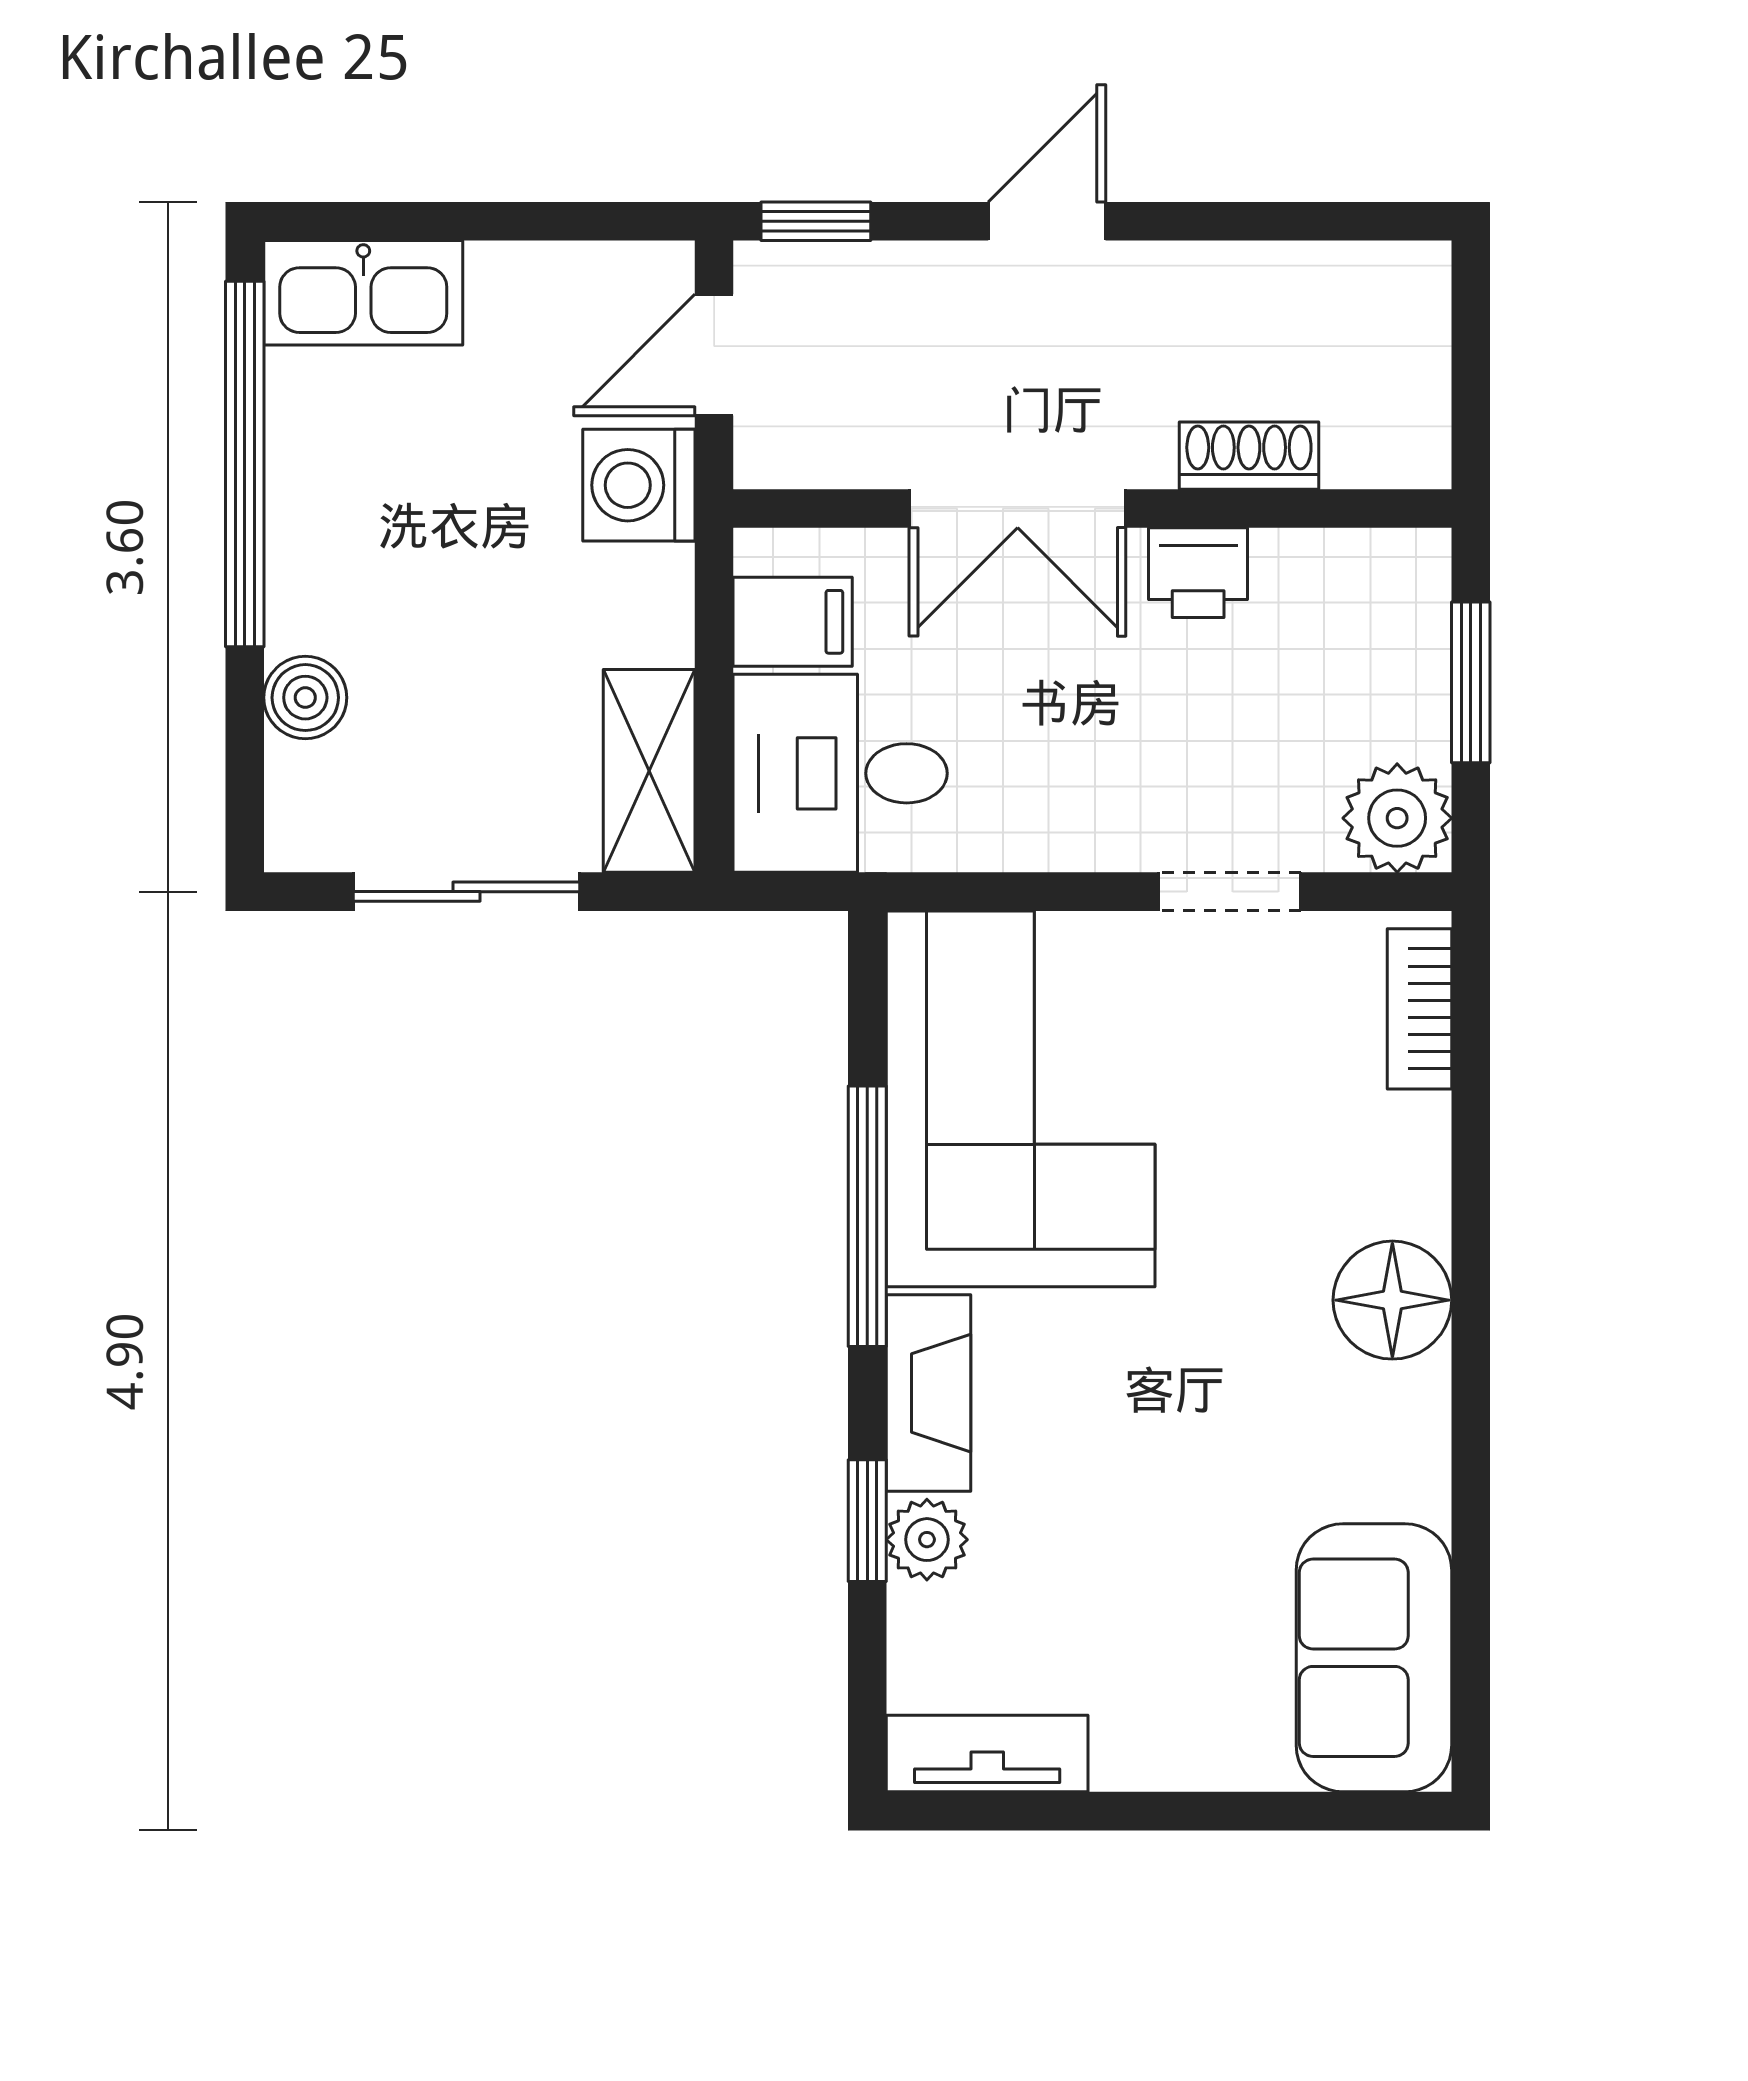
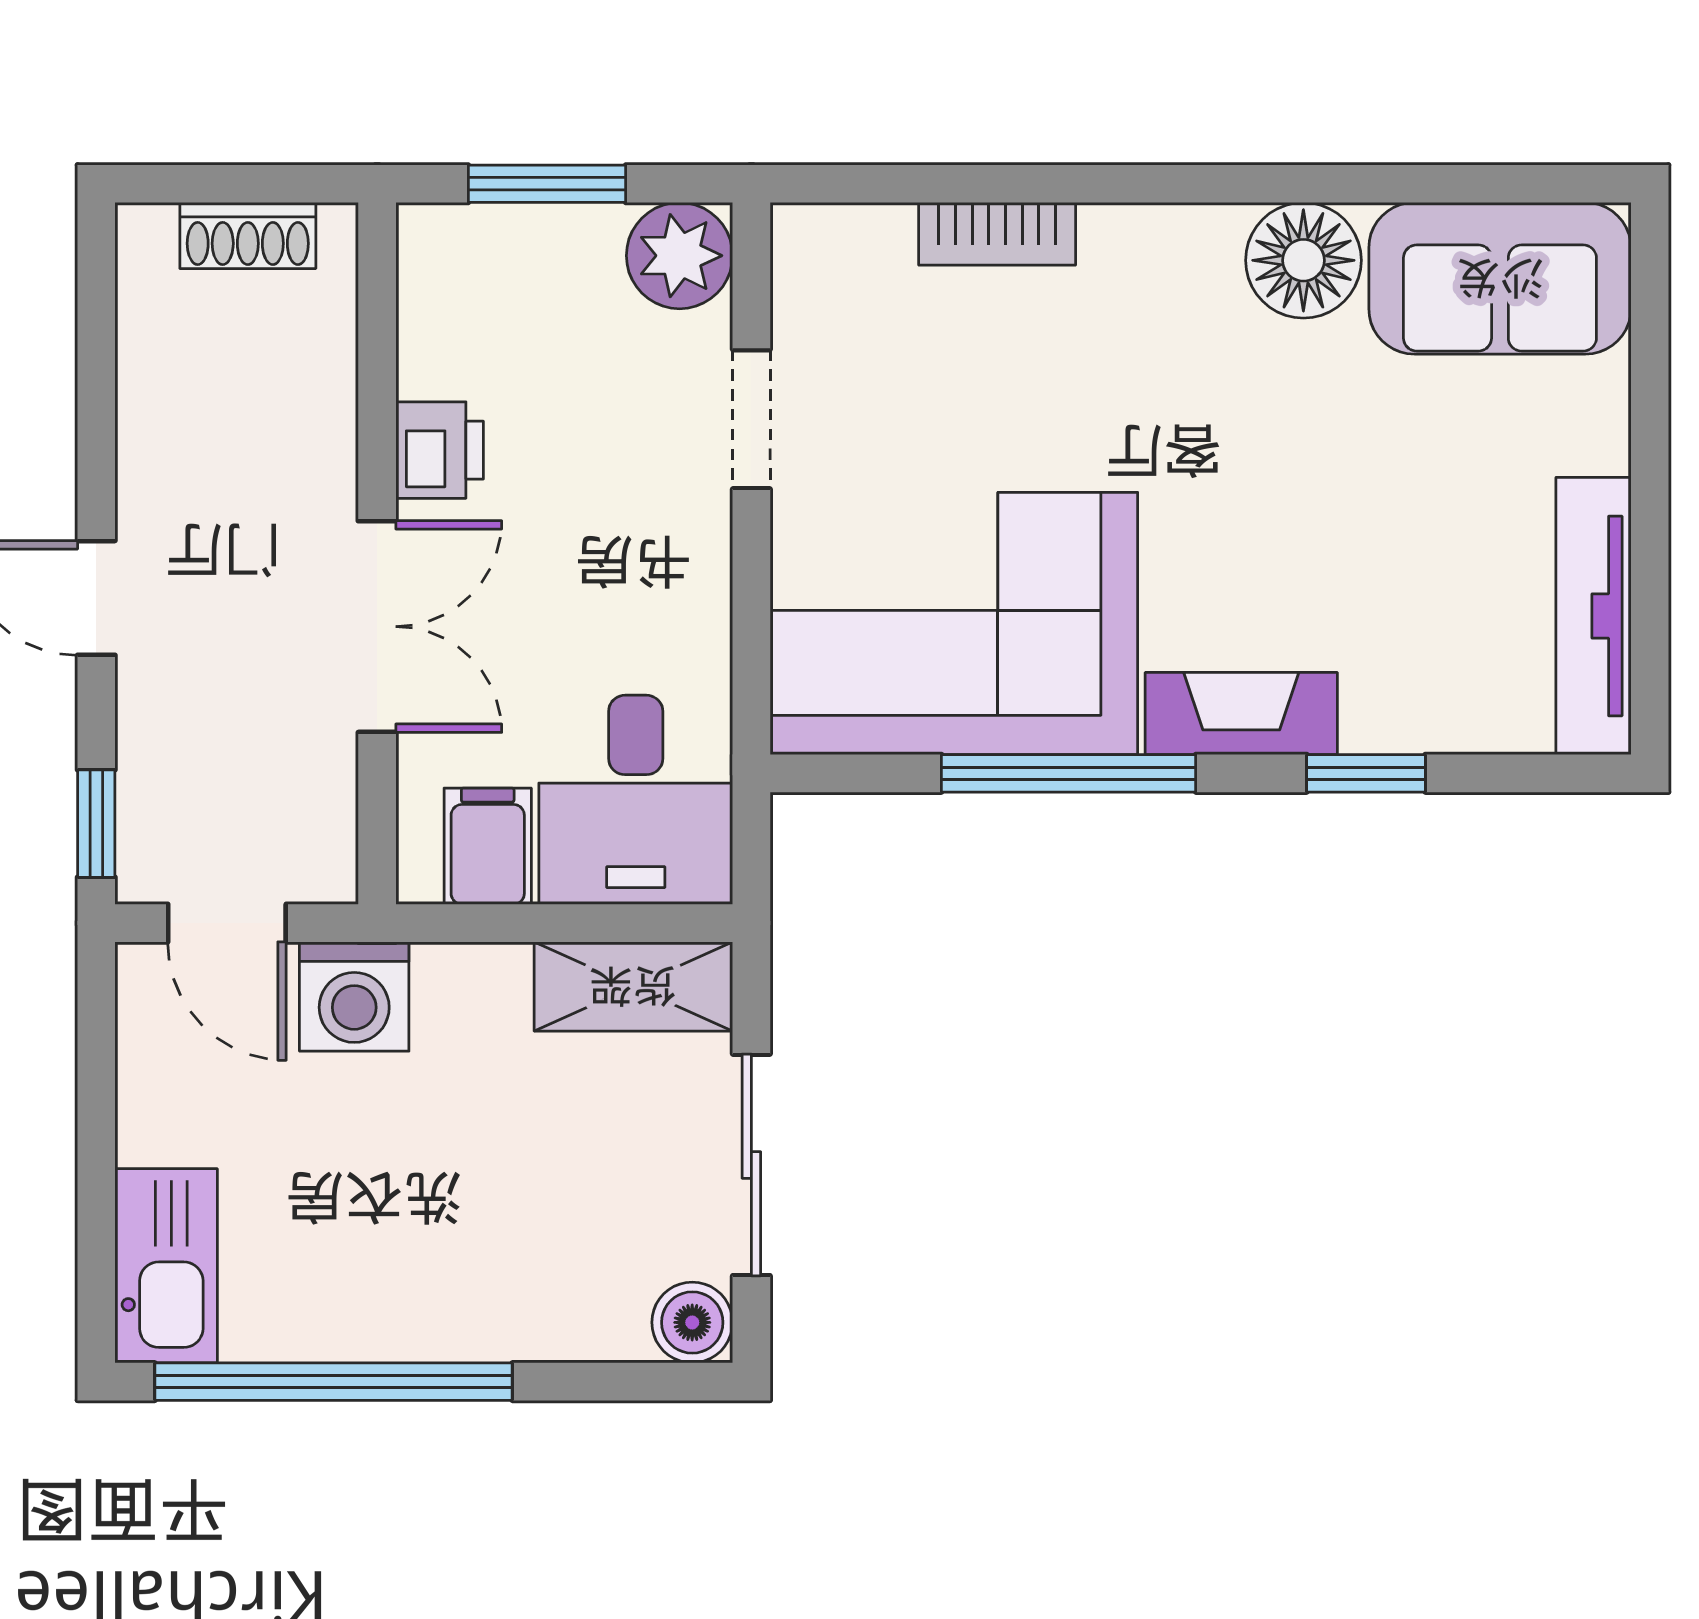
shoe rack: (1249, 456) -> (248, 235), moved, turned -90
boiler: (305, 698) -> (692, 1322), moved
bookcase: (1419, 1009) -> (997, 234), moved
floor lamp: (1392, 1300) -> (1303, 260), moved
plant: (927, 1540) -> (1384, 715), removed
tv unit: (987, 1754) -> (1593, 616), width x1.41

